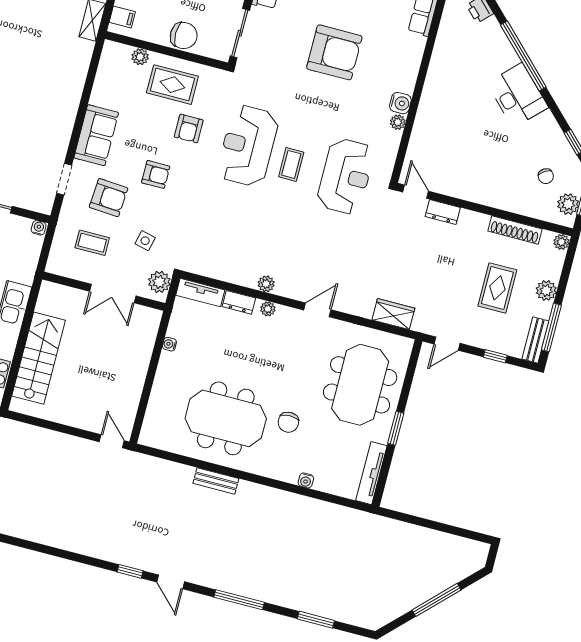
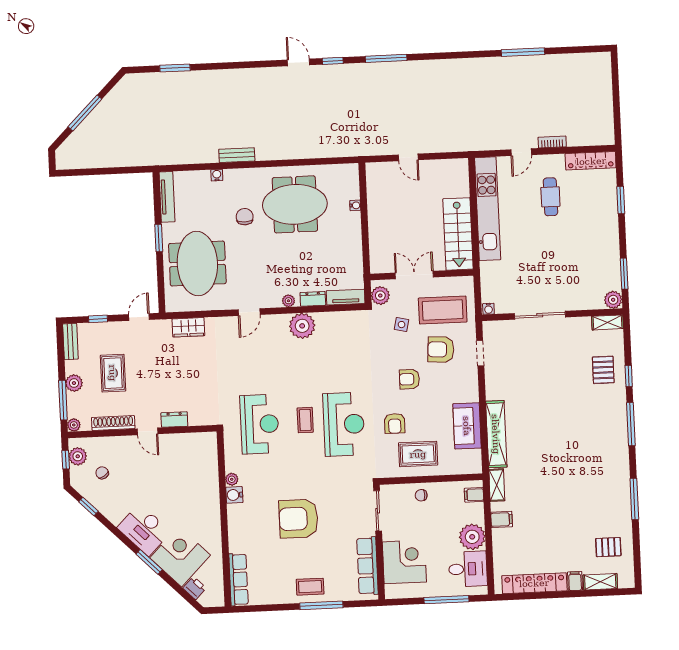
chair: (184, 36) -> (421, 495), width x0.54, depth x0.54
corner desk: (485, 51) -> (180, 557), added
window: (523, 56) -> (149, 562), width x0.47
plant: (140, 57) -> (450, 468), removed
shelving: (75, 79) -> (496, 434), added
armchair: (189, 128) -> (395, 423), turned 180
sofa: (96, 135) -> (467, 426), moved
reception desk: (346, 176) -> (260, 424), turned 180
door: (416, 192) -> (148, 431), moved
coffee table: (92, 243) -> (443, 310), width x1.86, depth x1.72
plant: (266, 284) -> (302, 326), width x1.88, depth x1.88
window: (551, 327) -> (63, 400), moved
water cooler: (169, 344) -> (355, 205), moved
stairs: (39, 358) -> (458, 234), moved
door: (112, 441) -> (408, 157), moved
bench: (216, 481) -> (237, 155), moved
window: (239, 600) -> (386, 58), moved

